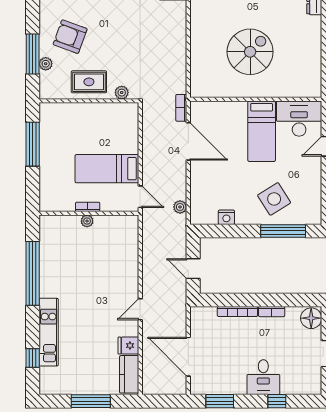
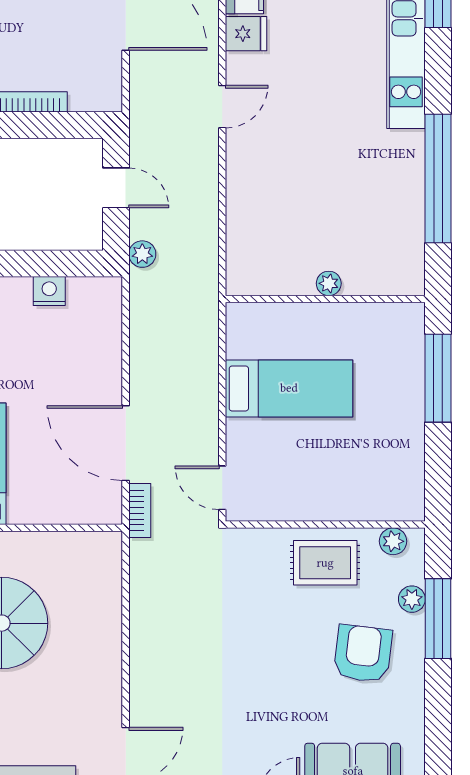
armchair: (70, 37) -> (363, 654), turned -103
plant: (122, 93) -> (393, 541), moved
window: (33, 144) -> (438, 378), moved
door: (140, 197) -> (222, 488), moved
bookcase: (88, 207) -> (328, 312), removed
plant: (180, 207) -> (142, 254), moved

